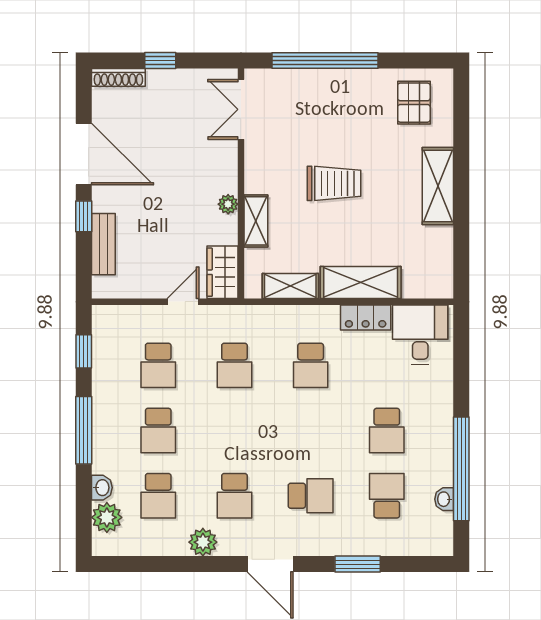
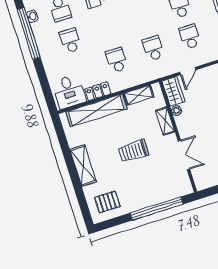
pallet: (414, 103) -> (107, 202), turned 90
double door: (241, 109) -> (184, 155), moved
plant: (228, 204) -> (177, 110), moved
shelving: (361, 283) -> (96, 110), width x1.47

